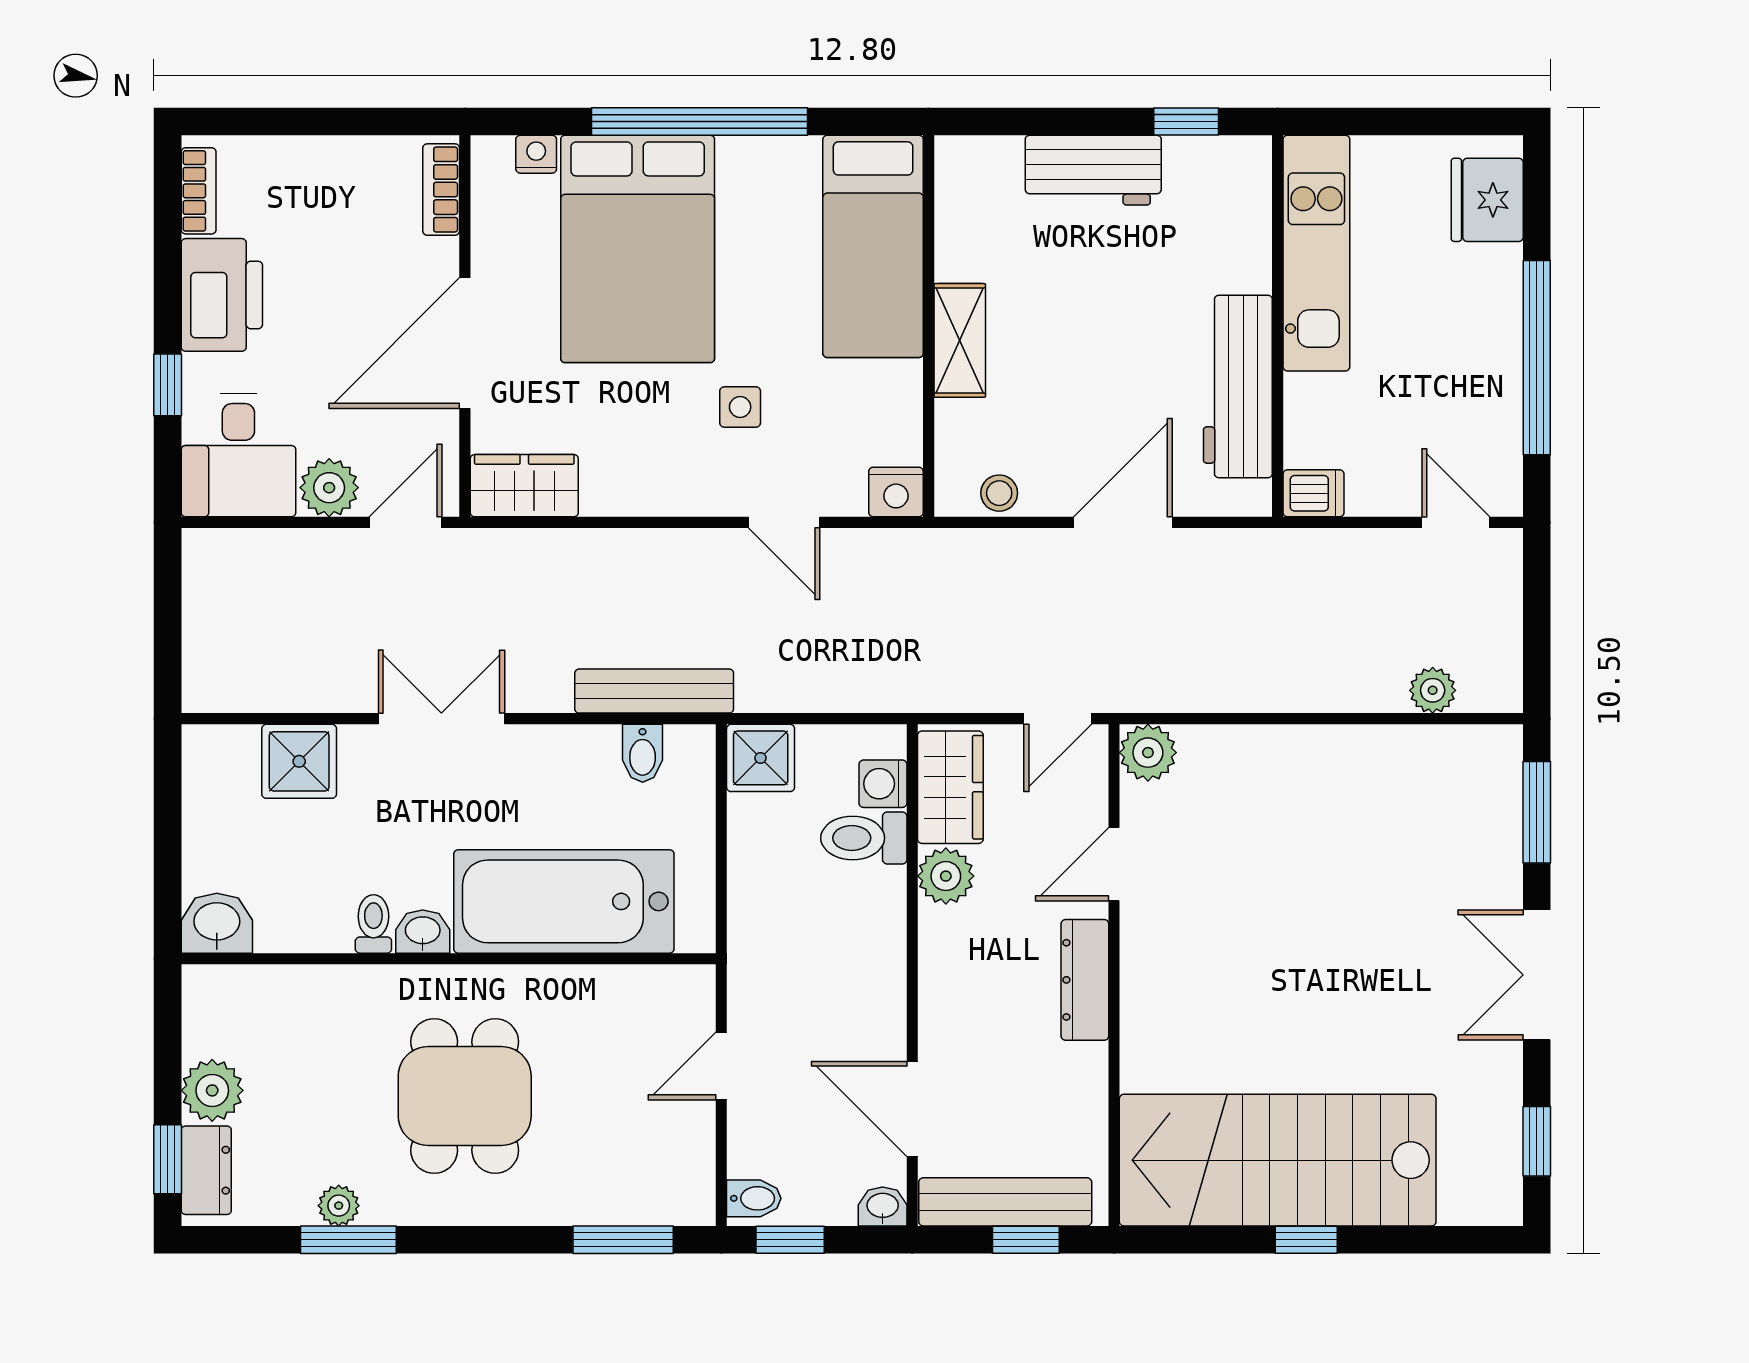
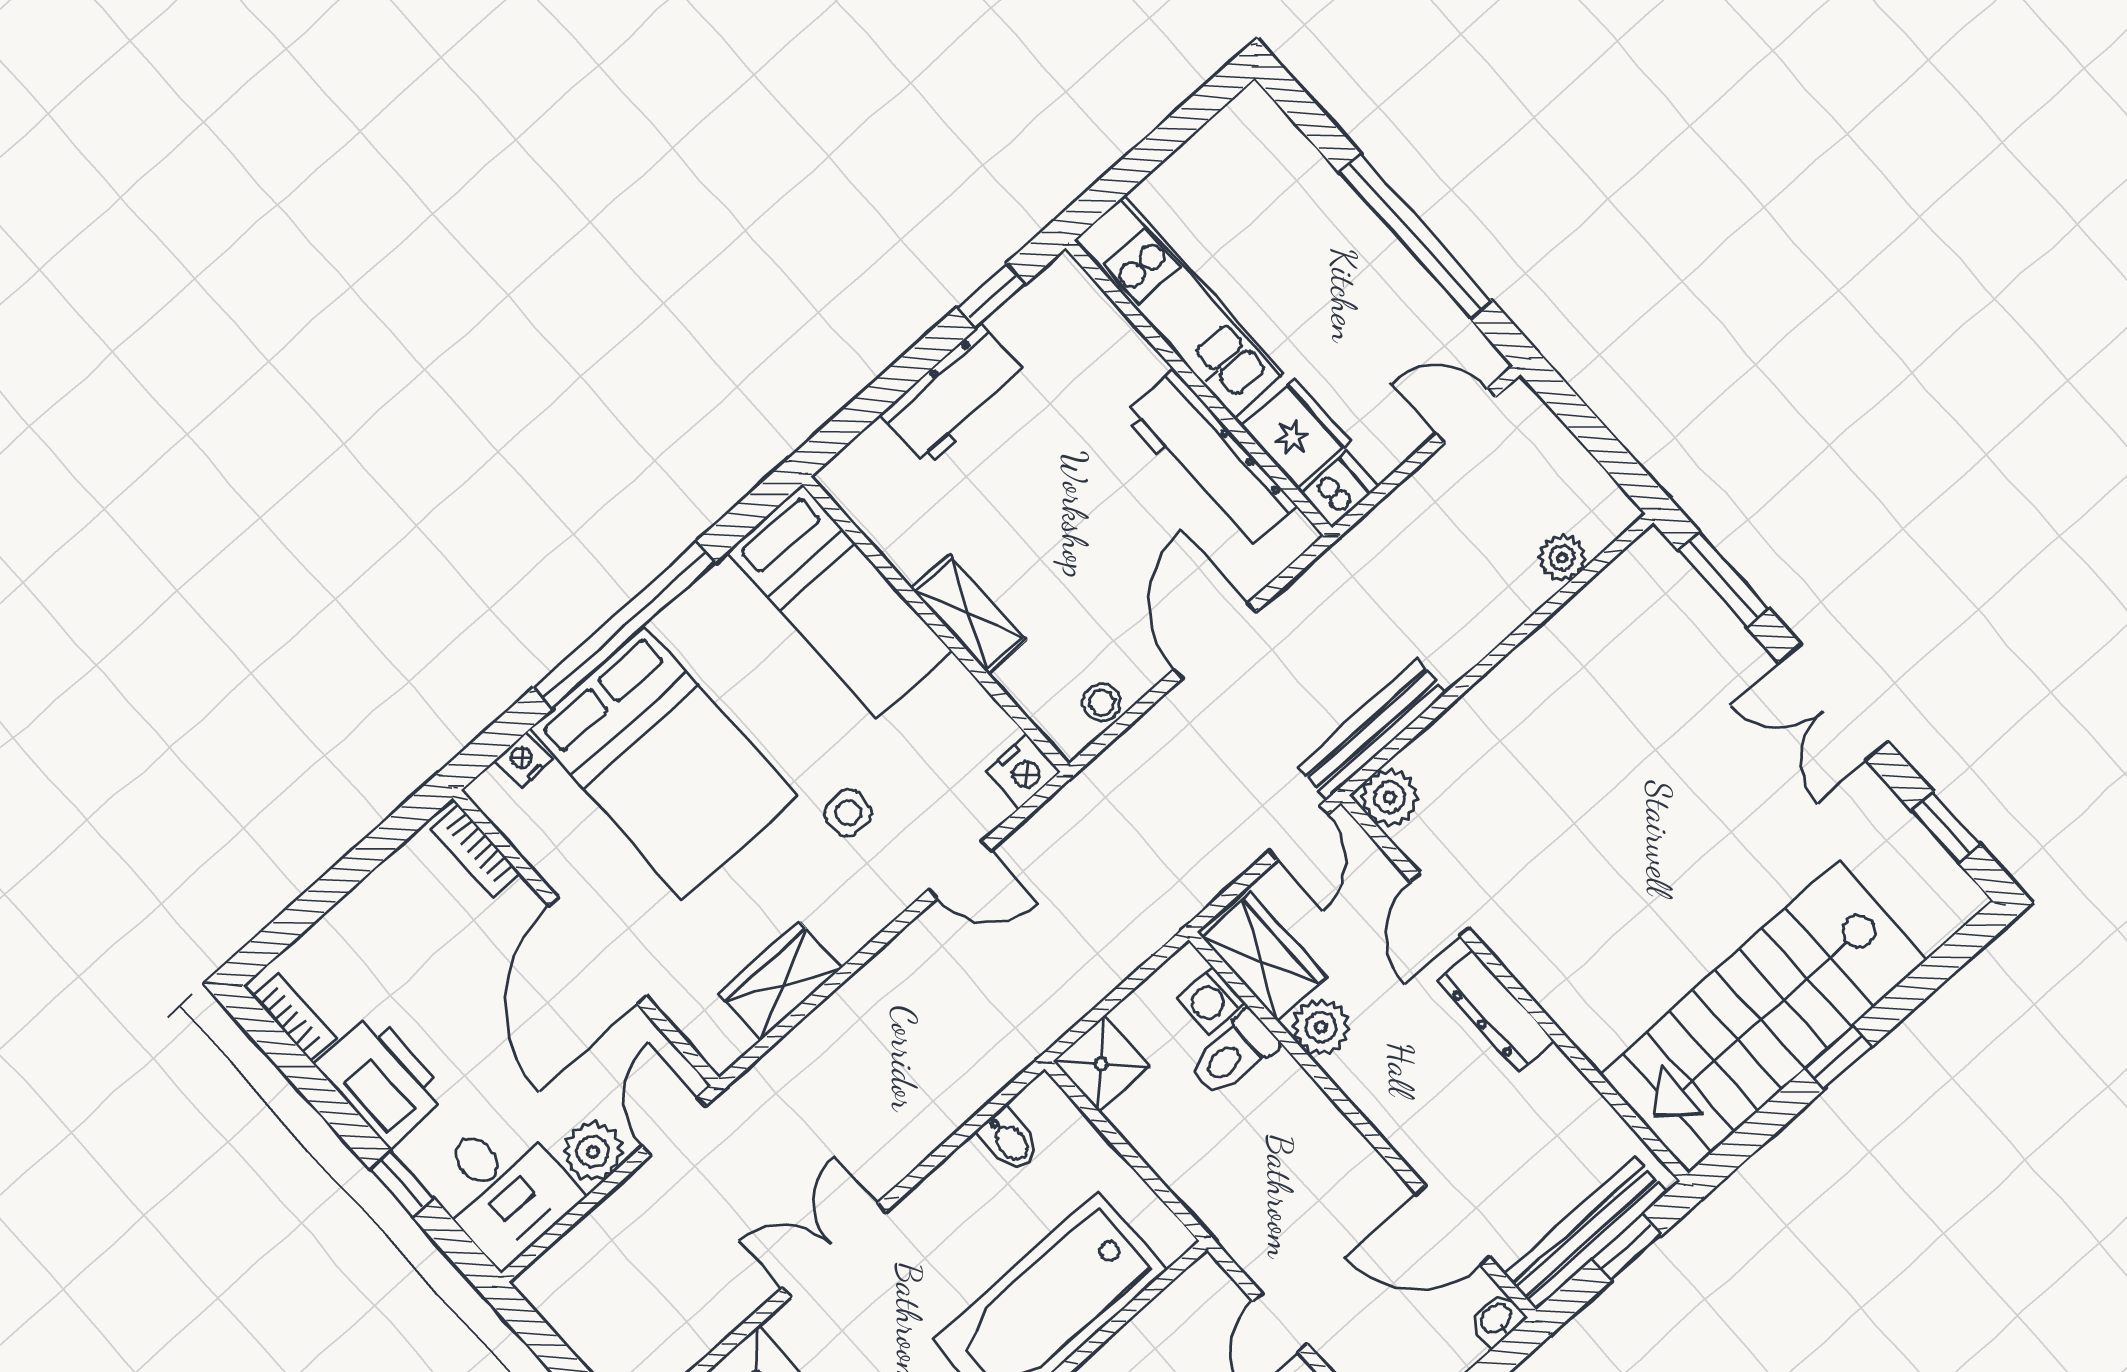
fridge: (1487, 200) -> (1296, 434), moved, turned 180
wardrobe: (524, 486) -> (780, 981), moved
bench: (654, 691) -> (1372, 729), moved

